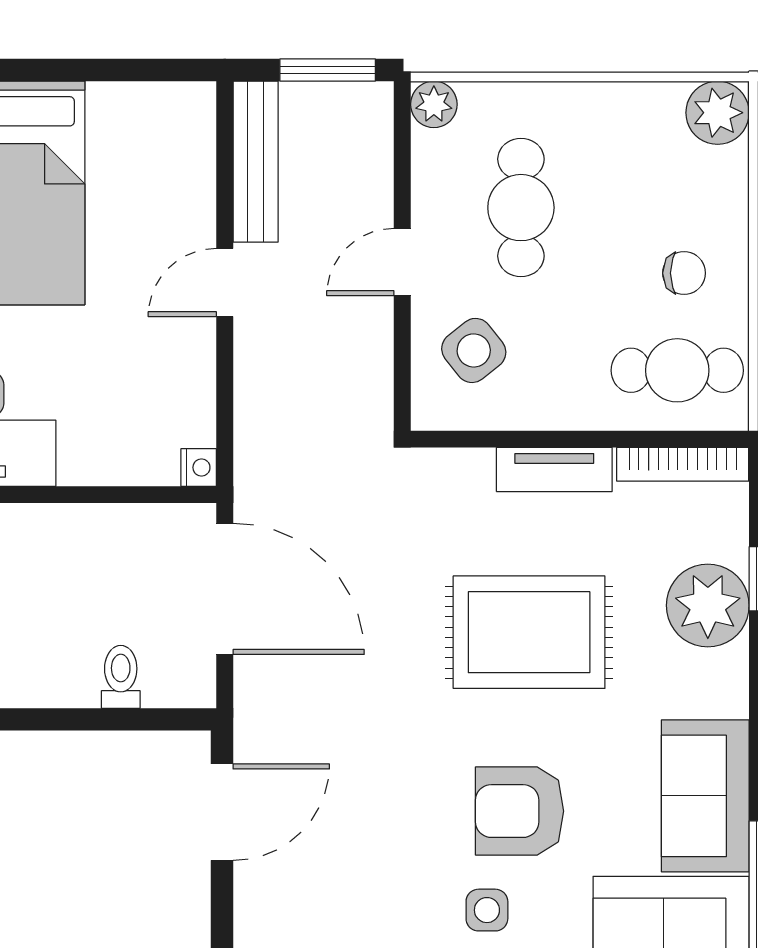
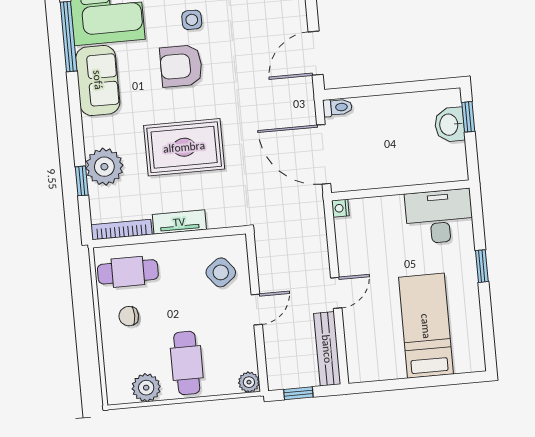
window: (328, 70) -> (298, 393), width x0.67
plant: (718, 113) -> (146, 388), moved
cafe table: (521, 208) -> (187, 363), moved
toilet: (121, 677) -> (337, 107), moved, turned -90
armchair: (520, 811) -> (181, 66), turned 180

